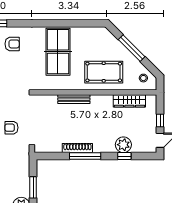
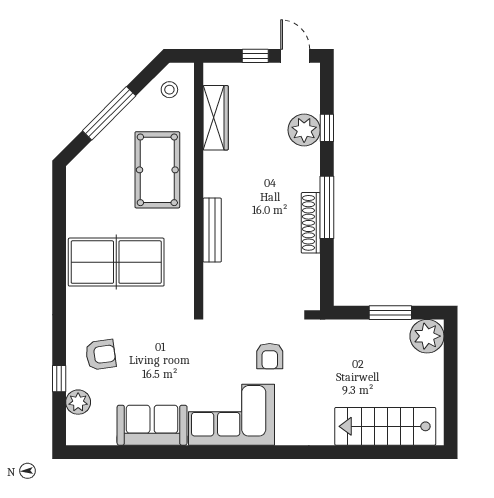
armchair: (12, 44) -> (101, 355), turned 82

